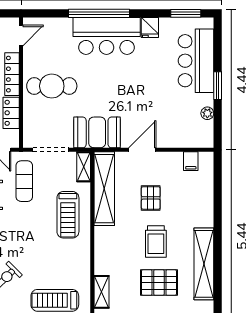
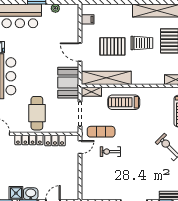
pallet: (151, 198) -> (112, 46), width x1.50, depth x1.42
treadmill: (68, 215) -> (124, 102), turned 180

